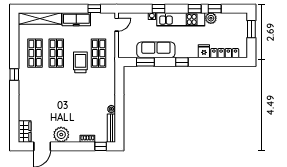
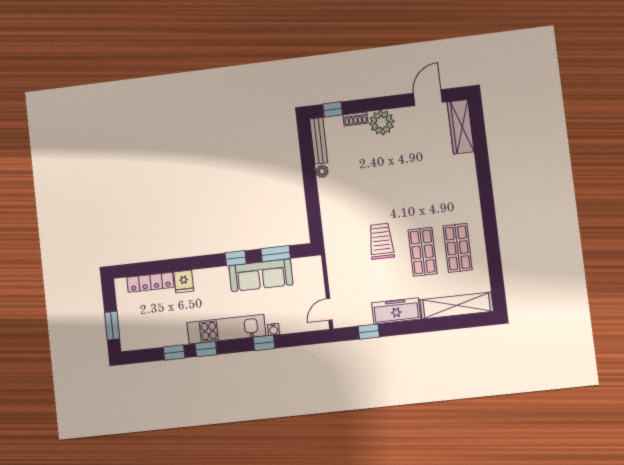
plant: (211, 18) -> (178, 336), removed
shop shelf: (99, 53) -> (353, 260), removed
trolley: (80, 62) -> (381, 241), turned 180
window: (182, 62) -> (236, 258), moved
window: (14, 74) -> (488, 209), removed
wardrobe: (25, 131) -> (461, 127), width x1.50
plant: (61, 135) -> (382, 122), moved

